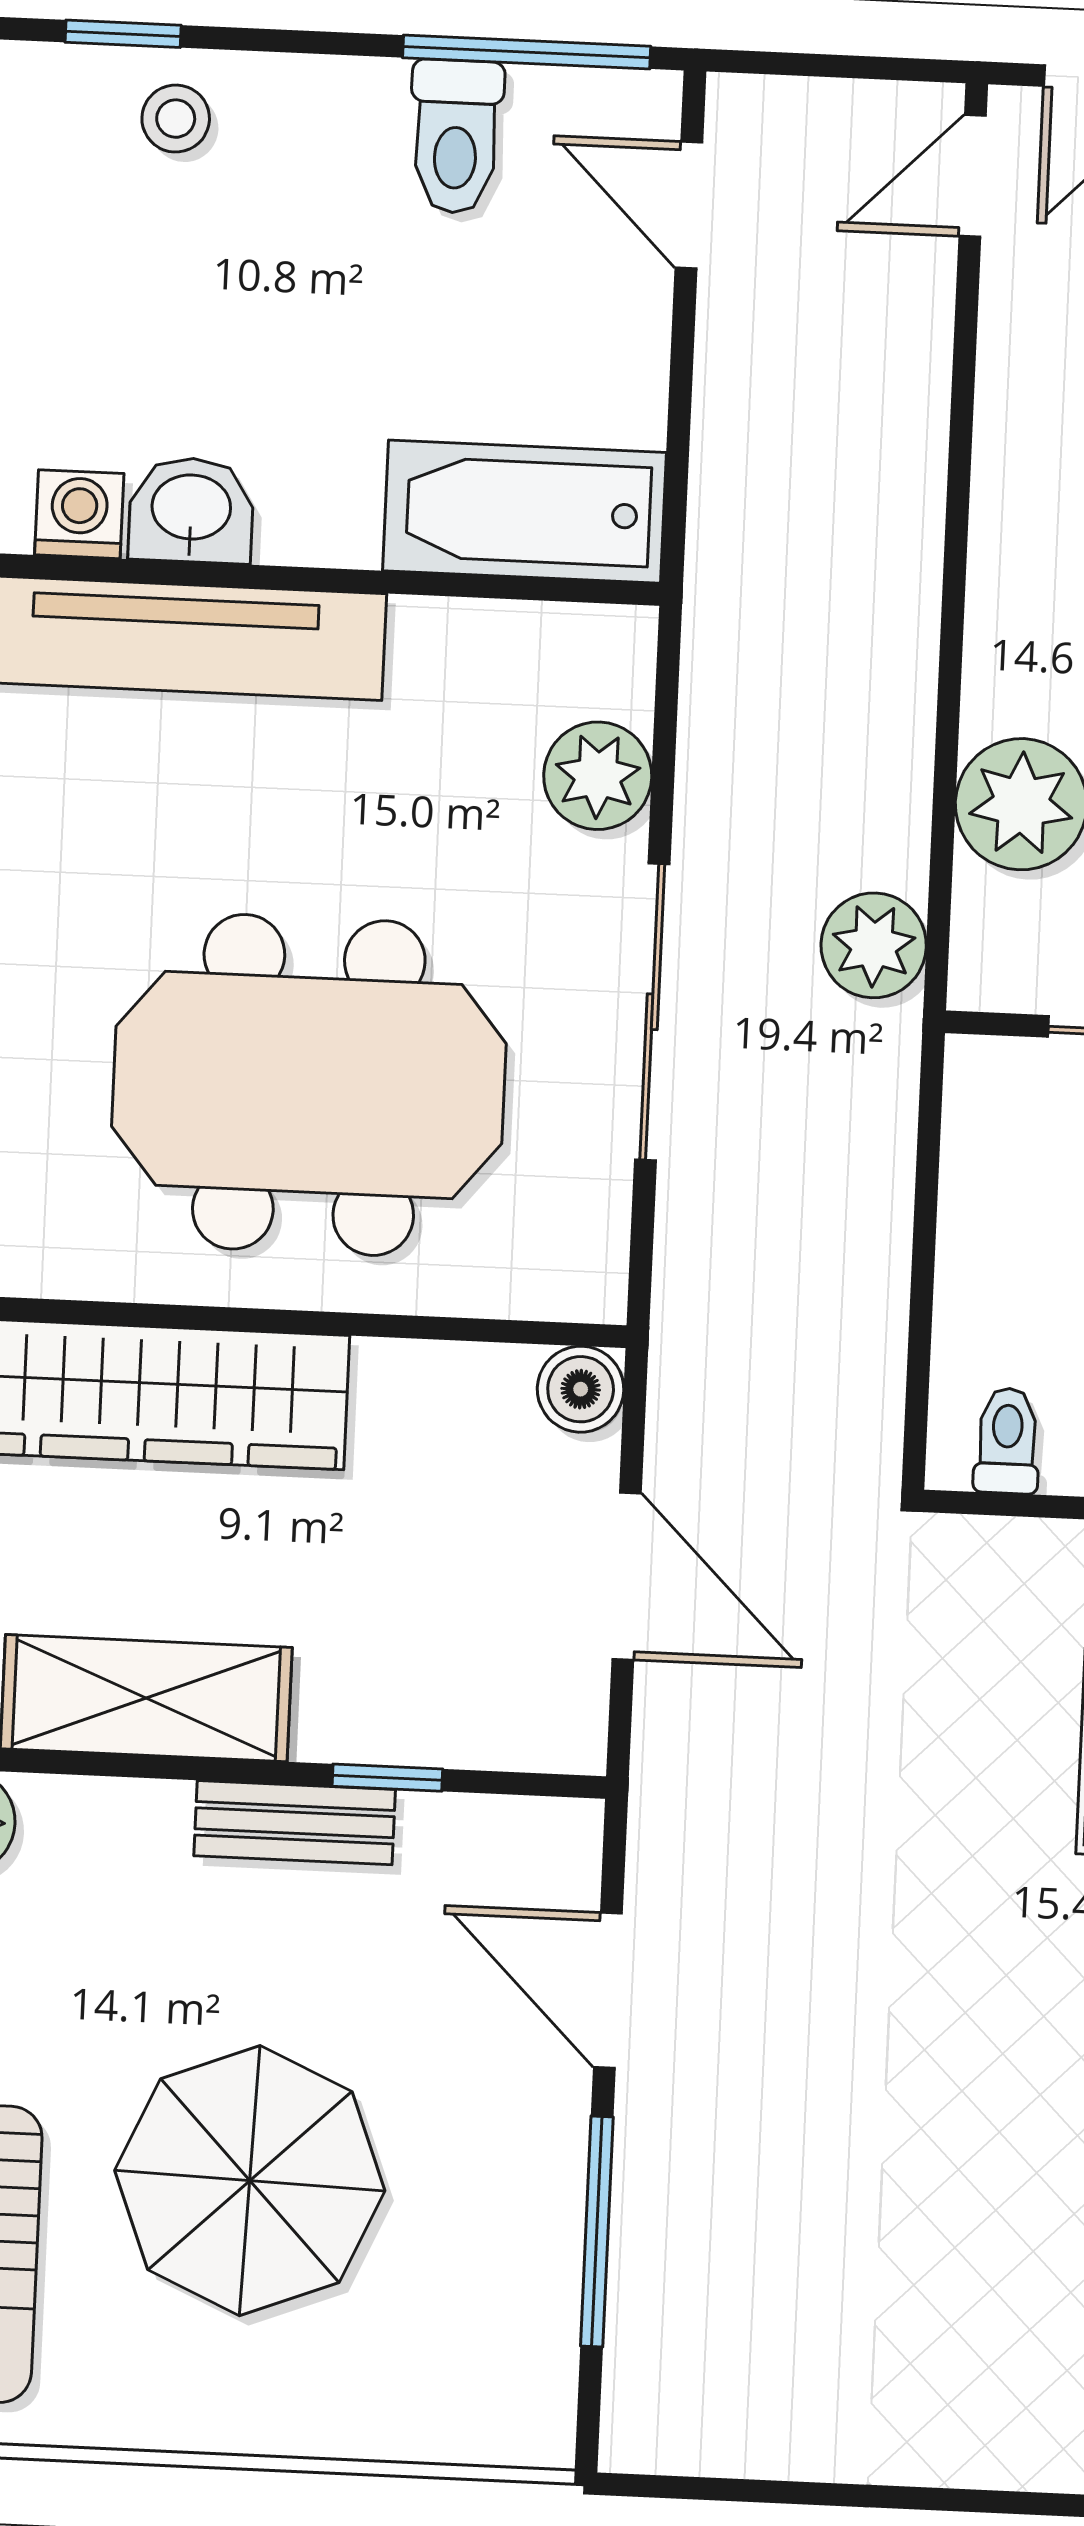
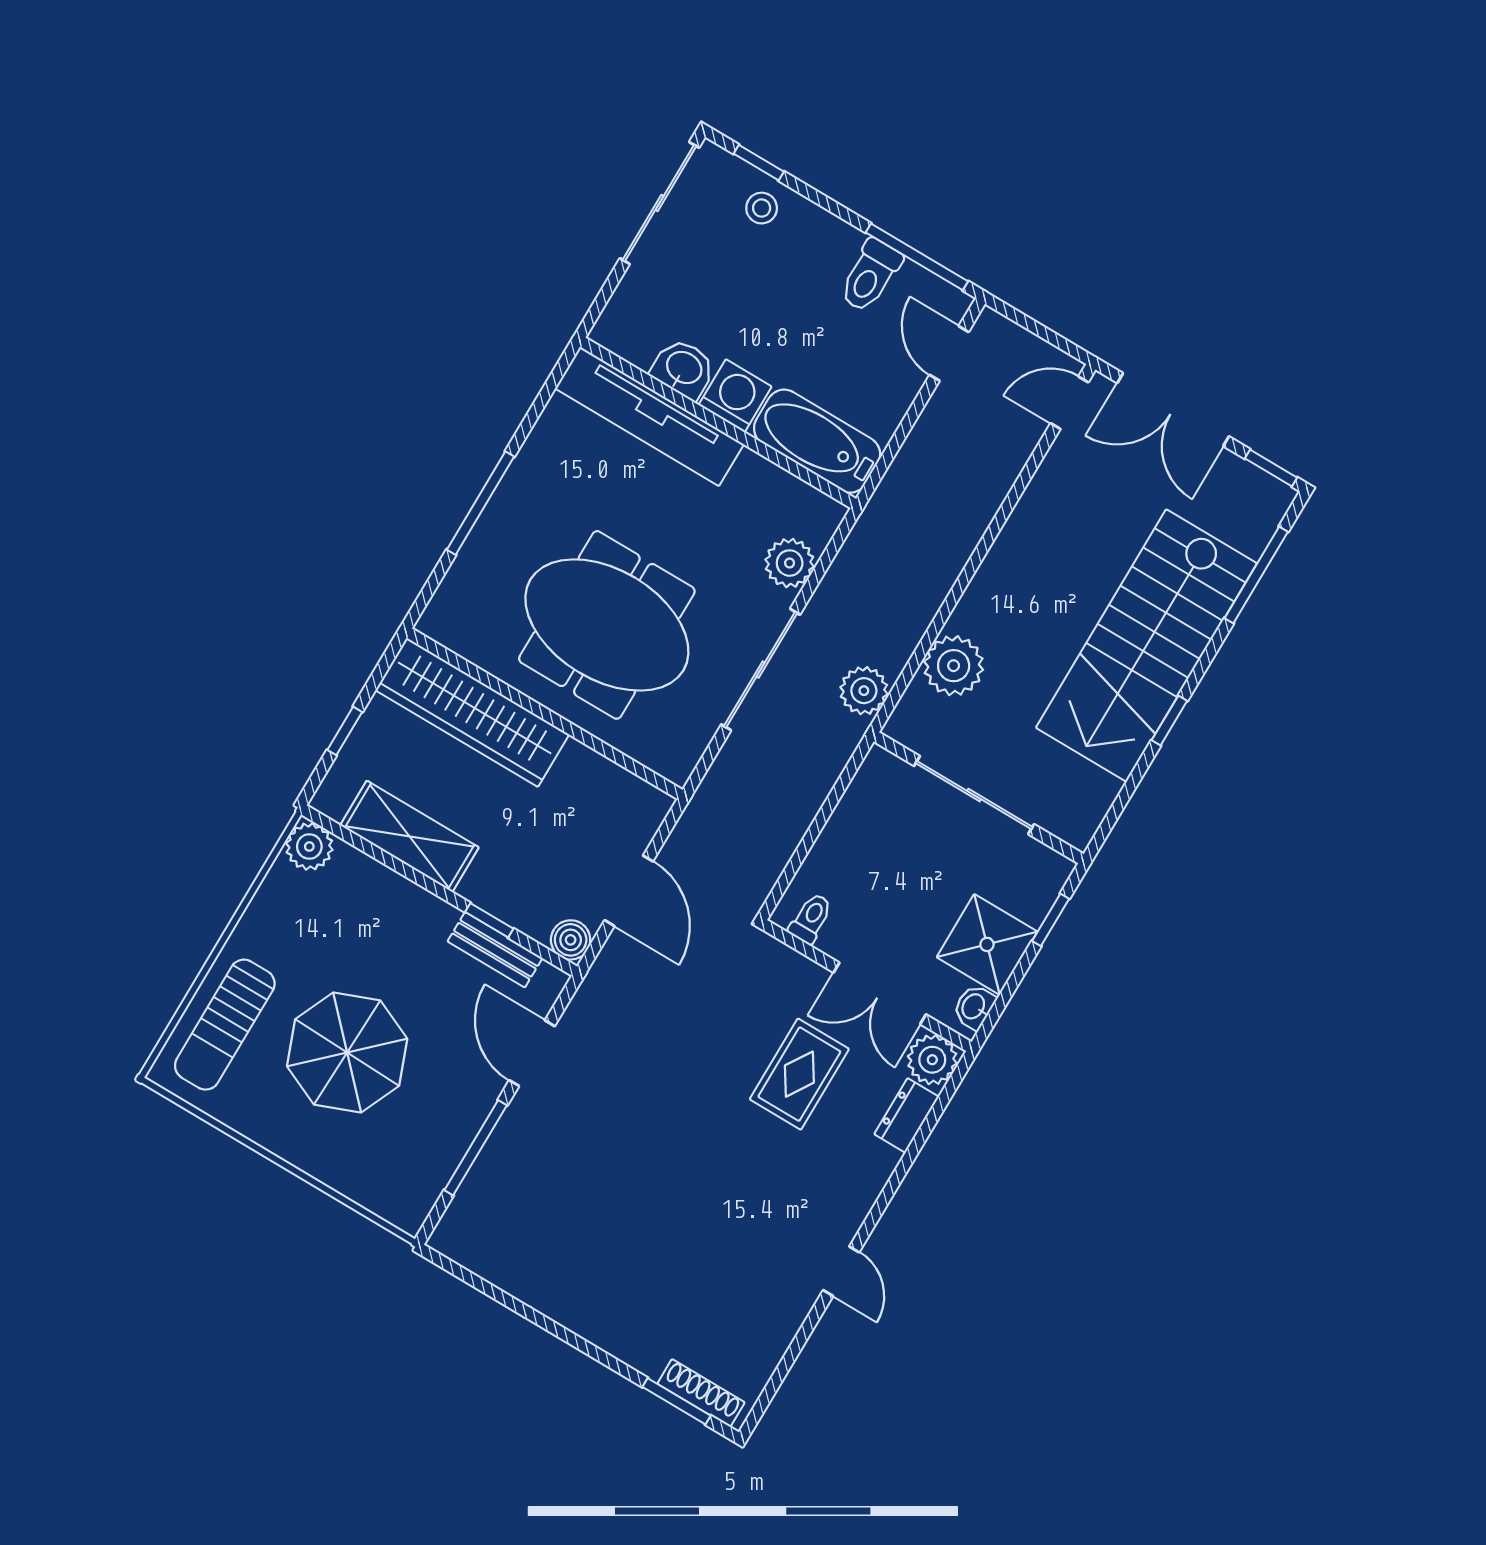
washing machine: (79, 514) -> (735, 396), moved, width x1.38, depth x1.38
boiler: (581, 1389) -> (571, 940), moved
bench: (295, 1823) -> (495, 950), moved

